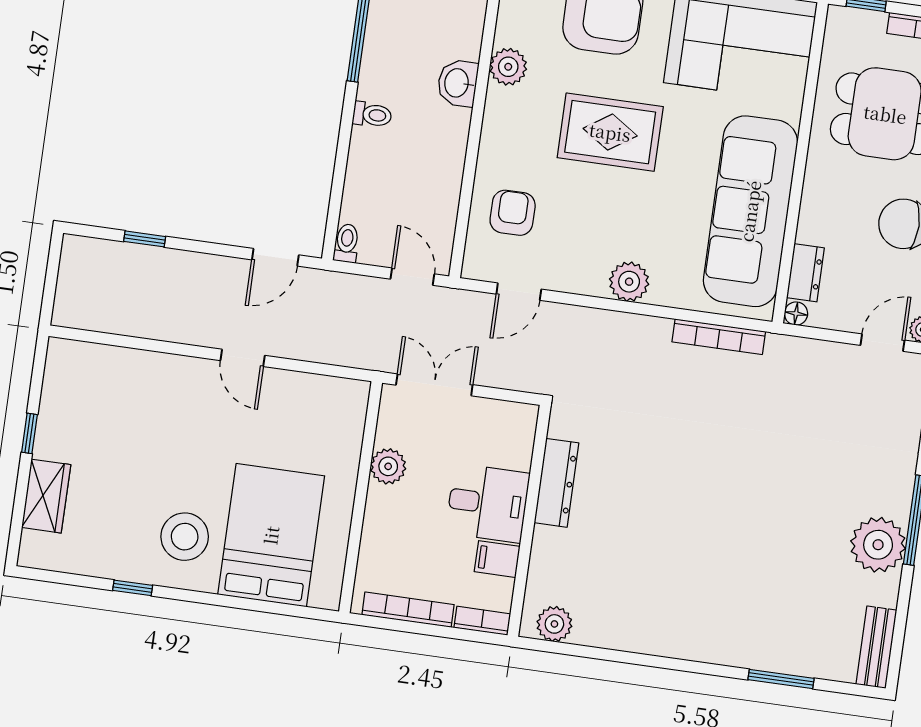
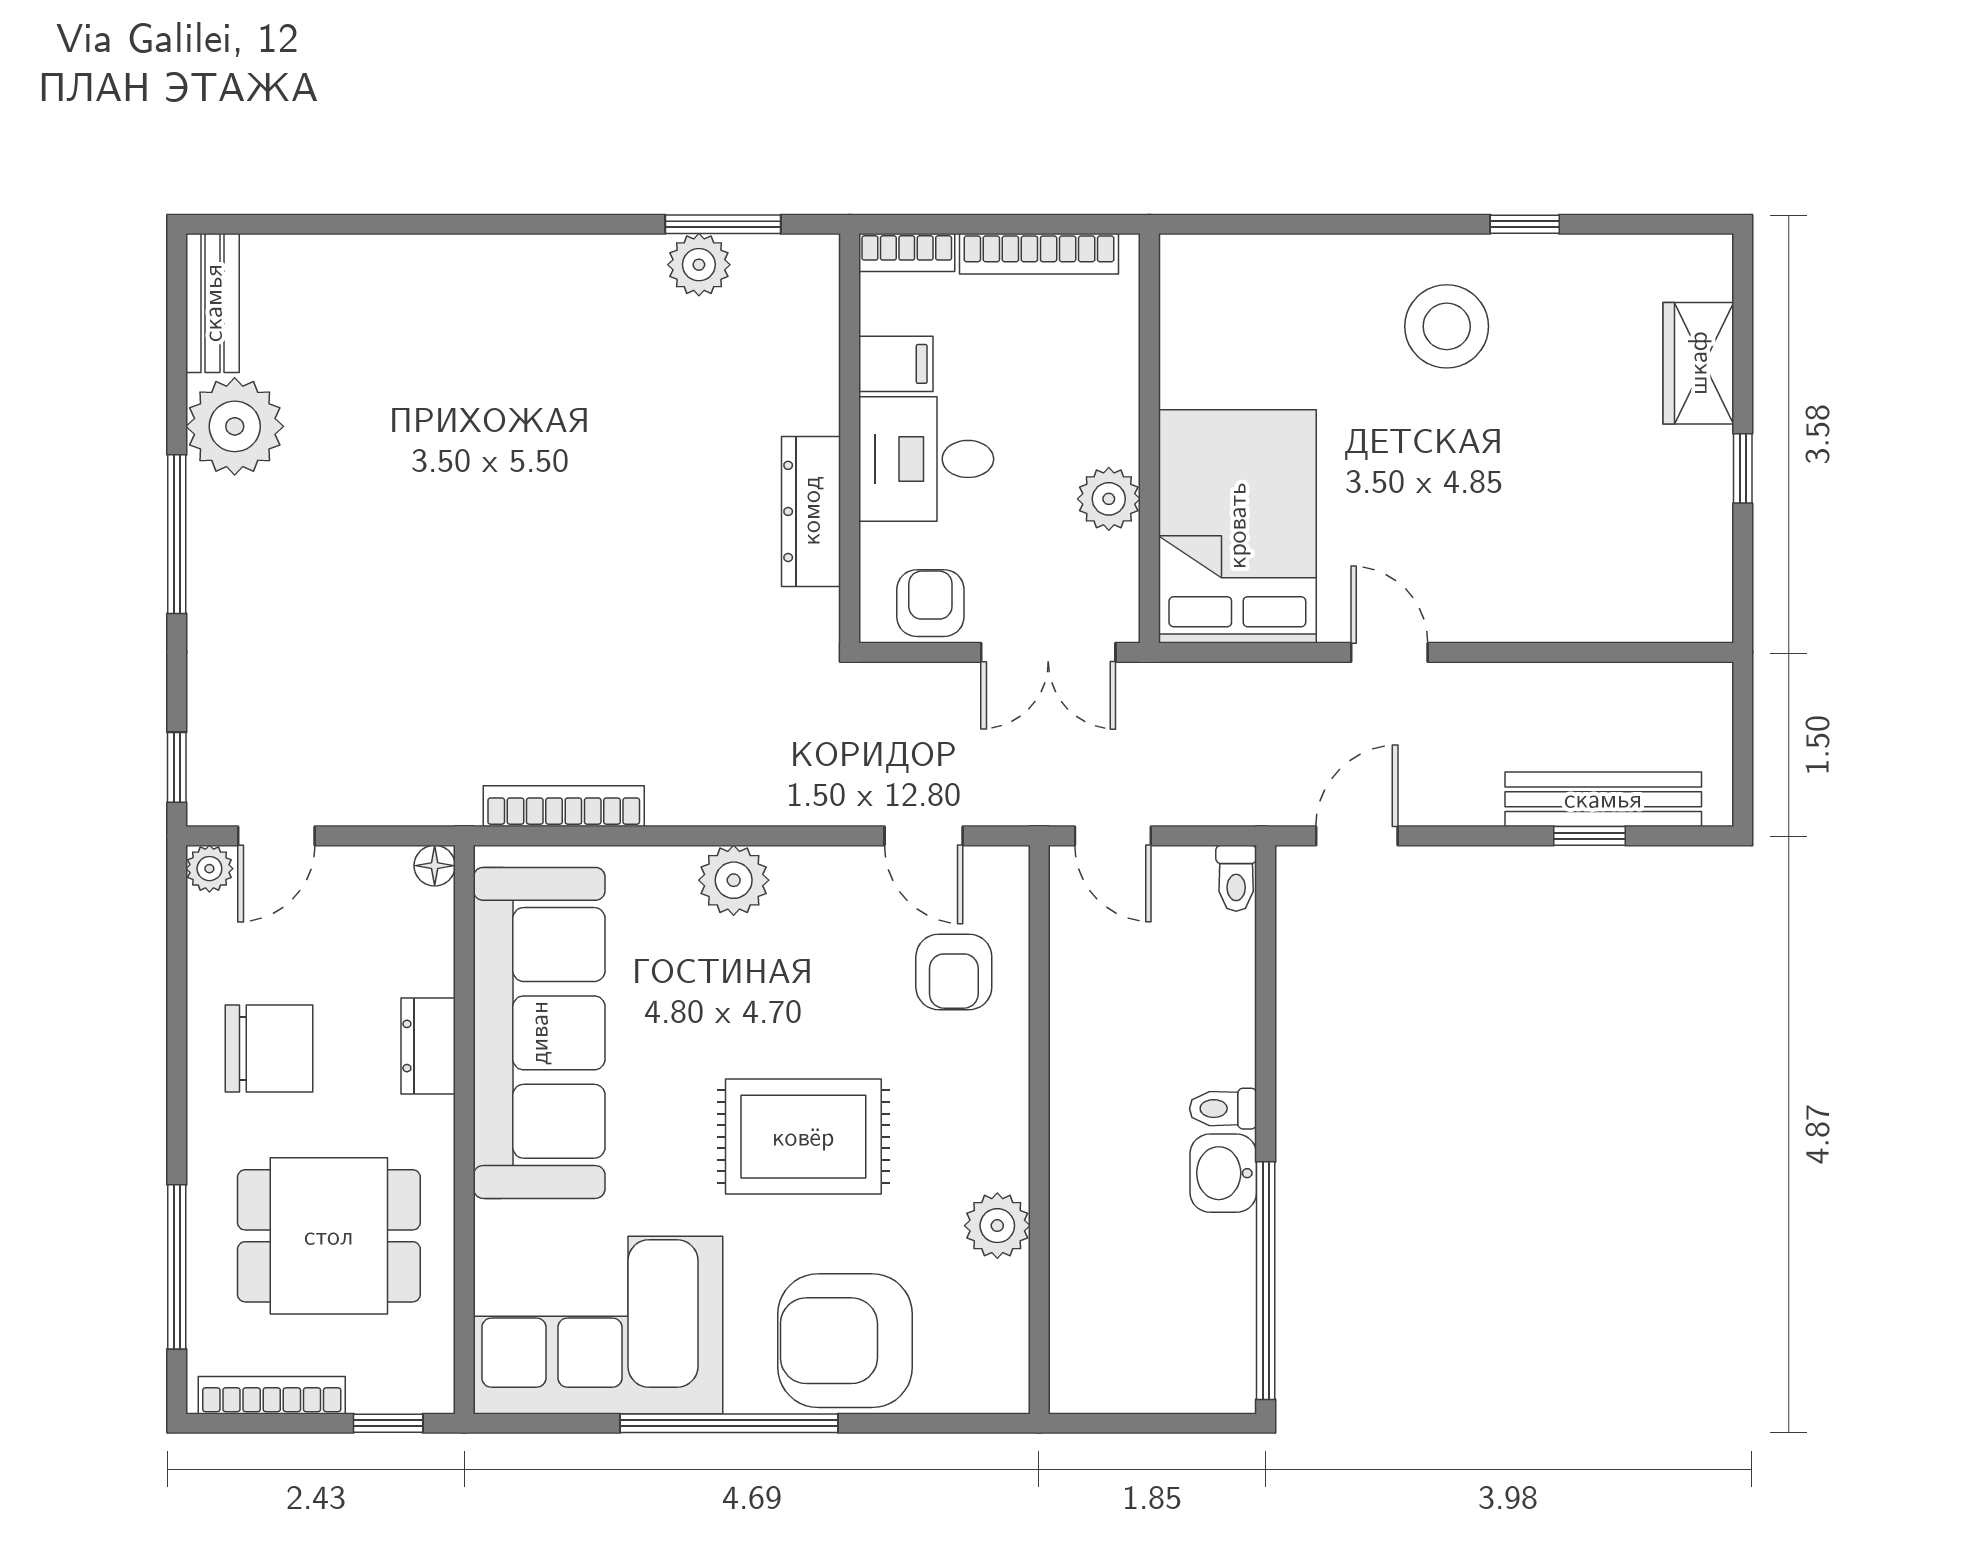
washbasin: (458, 83) -> (1223, 1173), moved, turned 180
bench: (134, 258) -> (1603, 799), added
dresser: (805, 273) -> (428, 1046), moved
door: (519, 292) -> (924, 836), swing flipped
armchair: (497, 422) -> (930, 603), added
bed: (271, 535) -> (1237, 526), moved, turned 180
plant: (878, 545) -> (235, 426), moved
plant: (554, 624) -> (699, 265), moved
window: (781, 679) -> (723, 224), moved

